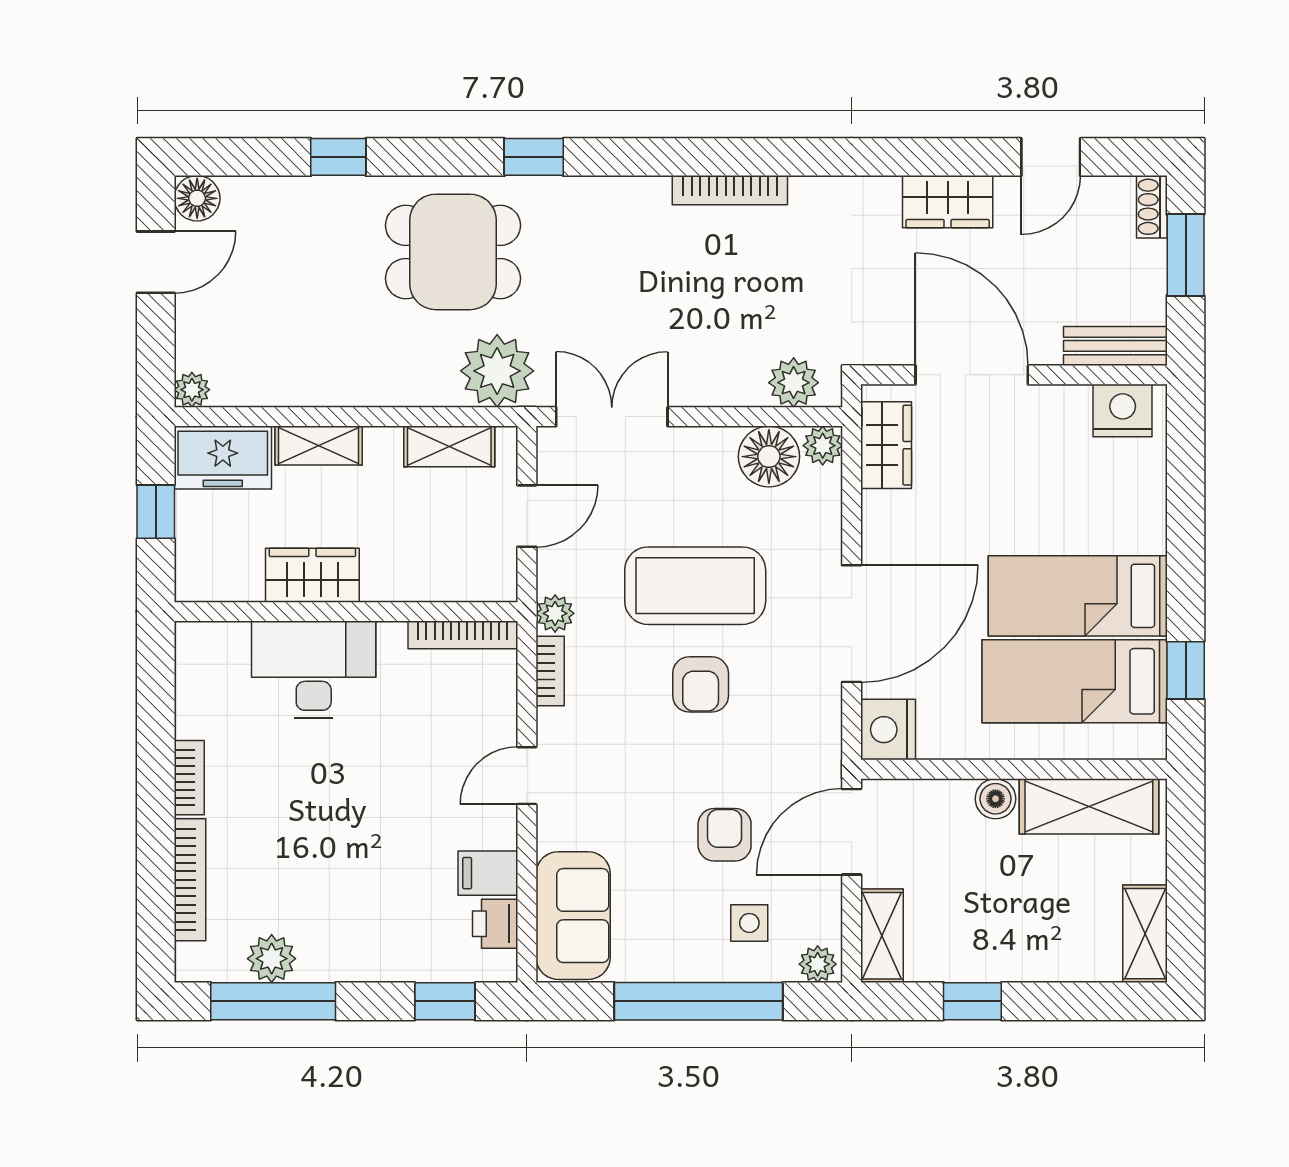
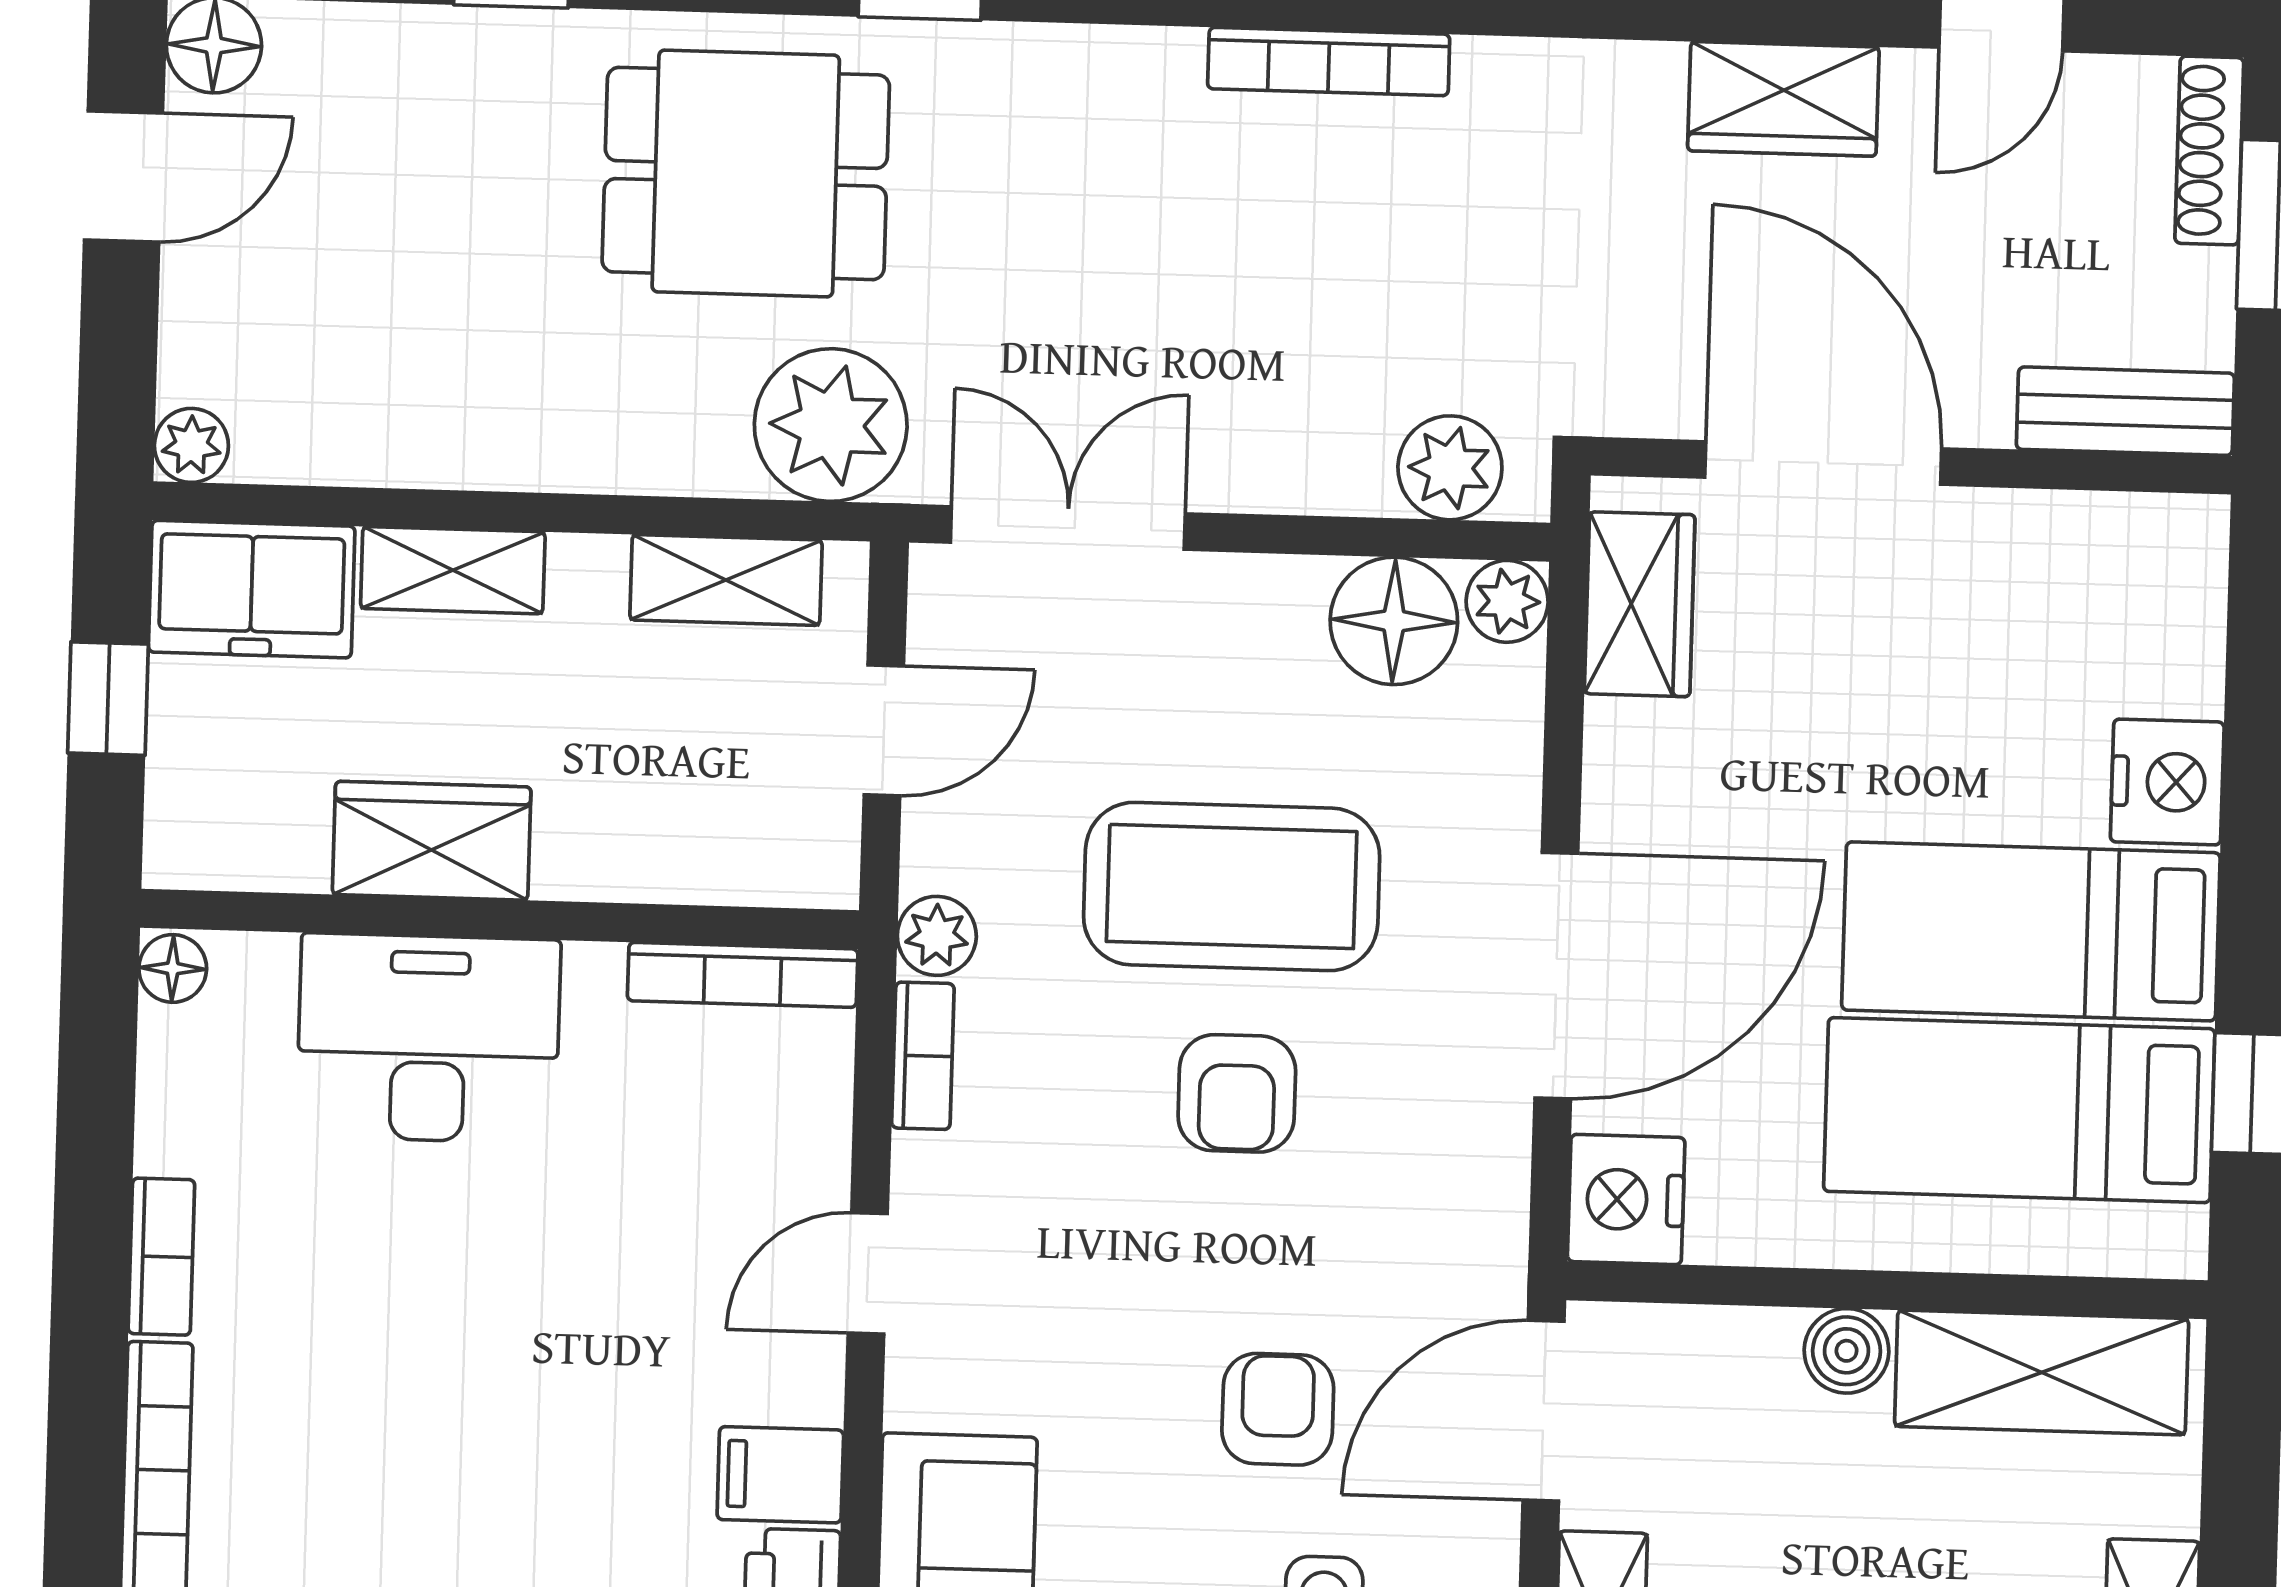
shoe rack: (1152, 207) -> (2209, 151), width x1.43
nightstand: (1123, 411) -> (2167, 782), moved, turned 90
floor lamp: (190, 640) -> (173, 968), added

